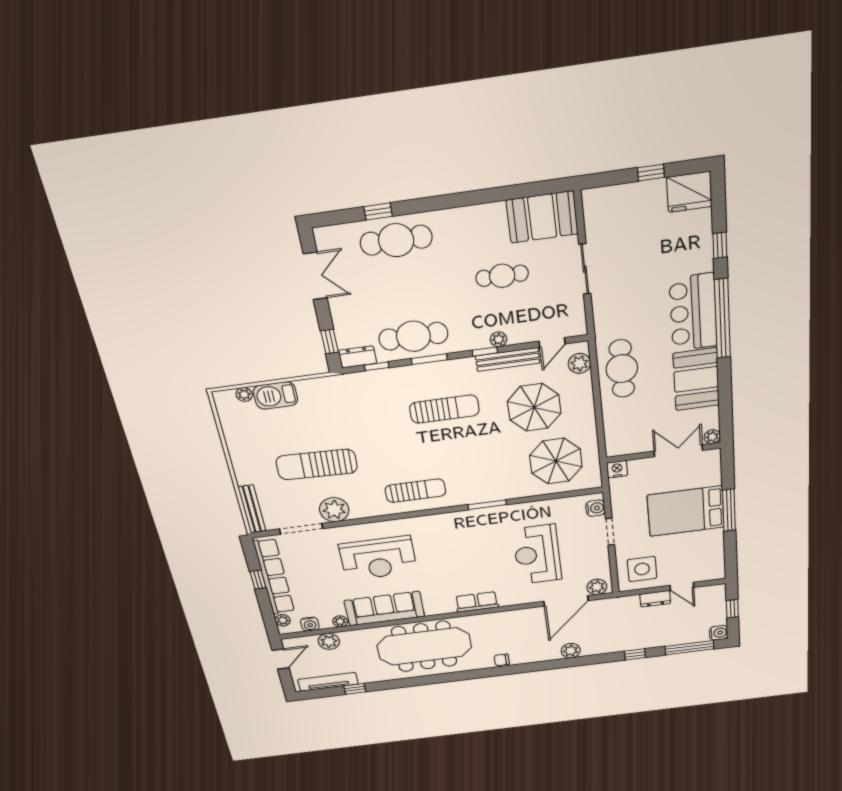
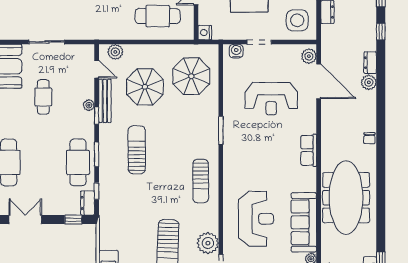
cafe table: (622, 369) -> (158, 16), moved
sun lounger: (415, 491) -> (201, 181), turned 180
dresser: (595, 649) -> (370, 63), added

